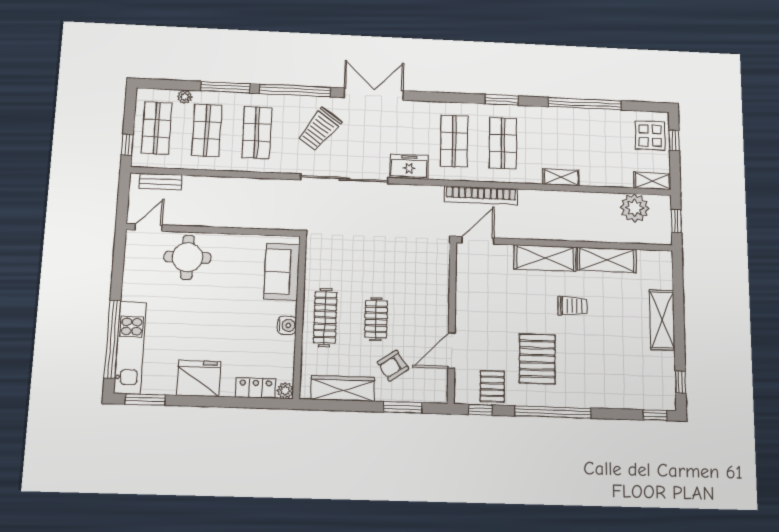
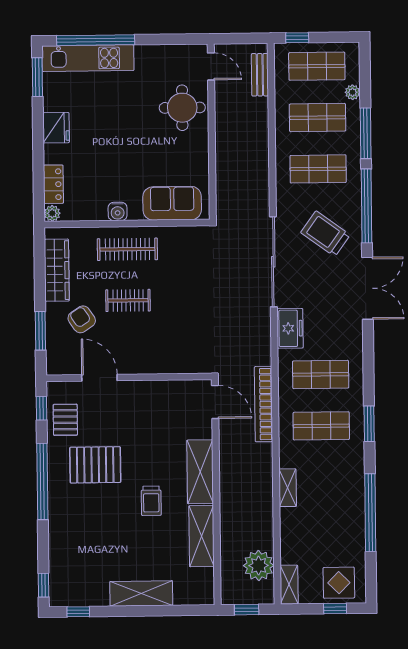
fridge: (199, 378) -> (56, 128), width x0.73, depth x0.75
pallet: (492, 386) -> (65, 420), turned 90

